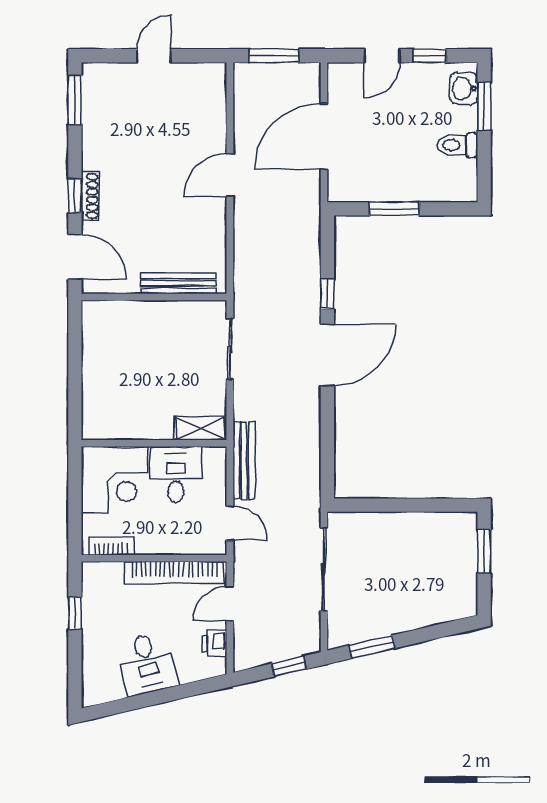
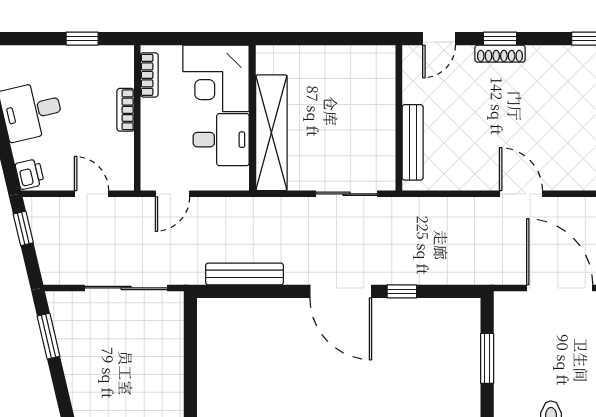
door: (75, 257) -> (439, 39), width x0.73
shelving: (200, 428) -> (271, 133), width x2.20, depth x1.33
bench: (244, 461) -> (244, 274), moved
bookcase: (174, 573) -> (126, 110), width x0.43, depth x0.76
printer: (214, 643) -> (30, 174), moved, turned 77
window: (289, 666) -> (23, 228), moved

